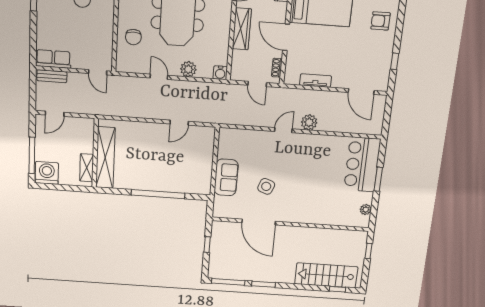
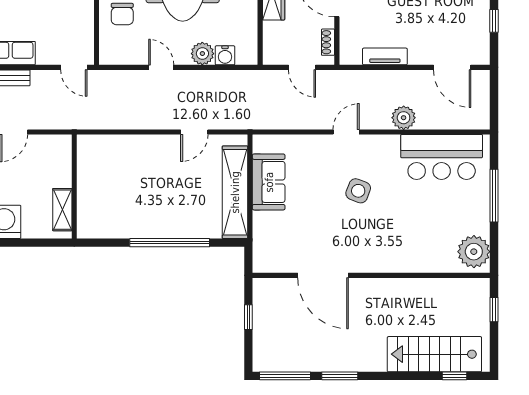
water cooler: (220, 73) -> (225, 55), moved
plant: (309, 122) -> (404, 118), moved
shelving: (105, 158) -> (235, 192), moved
bar counter: (362, 165) -> (442, 157), moved, turned -90
sofa: (226, 177) -> (269, 182), moved
window: (378, 179) -> (494, 196), width x1.44
side table: (266, 186) -> (358, 191), moved
plant: (366, 210) -> (474, 252), width x1.88, depth x1.88

